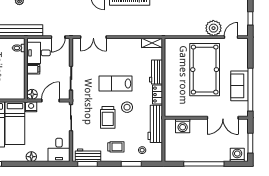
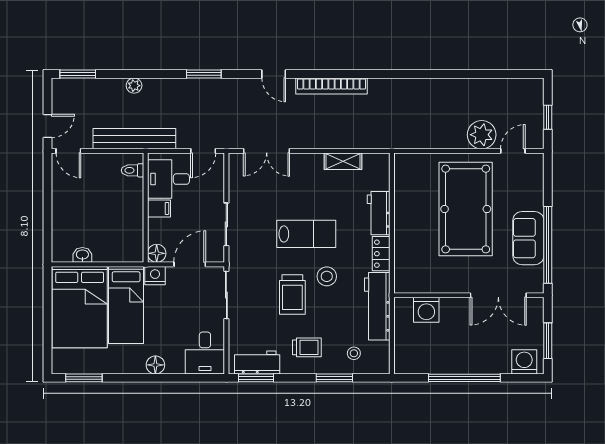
shelving: (152, 43) -> (343, 161), moved
lab bench: (116, 84) -> (306, 234), turned 180

